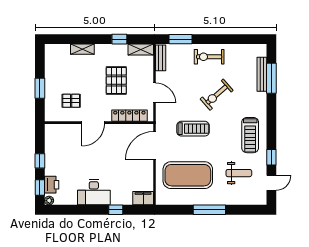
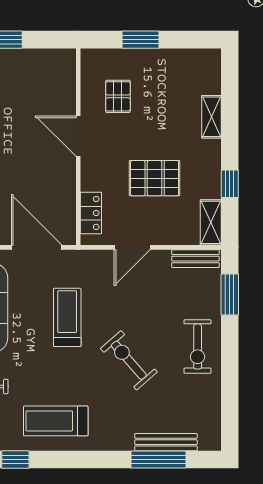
exercise bike: (209, 57) -> (198, 347), turned 180
locker: (129, 116) -> (91, 213), width x0.66
treadmill: (193, 129) -> (67, 317), turned 180

